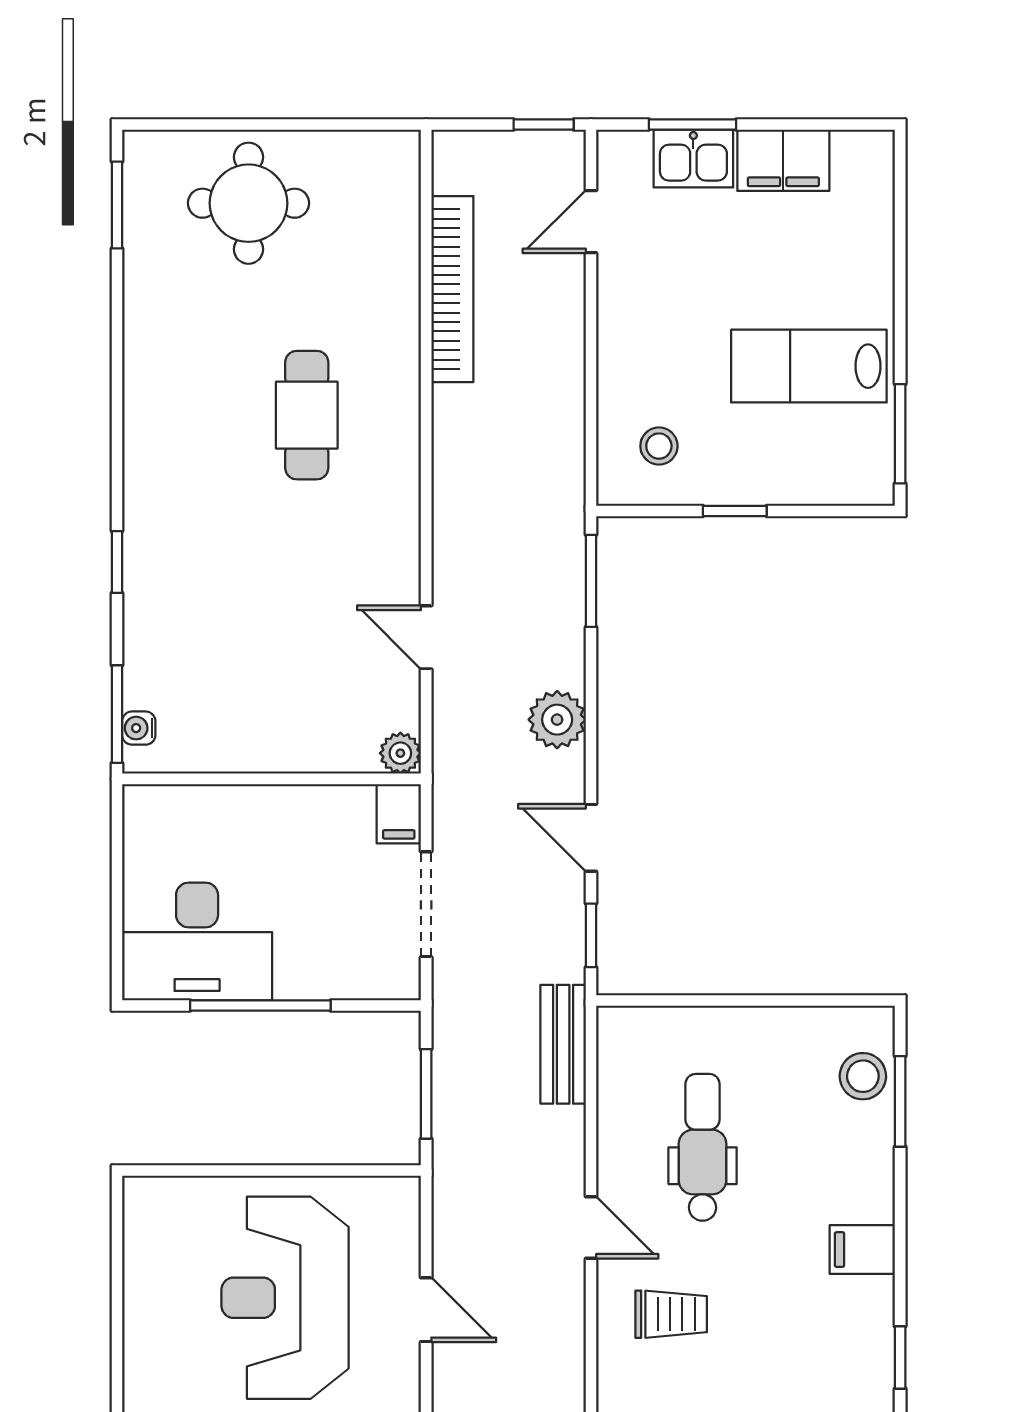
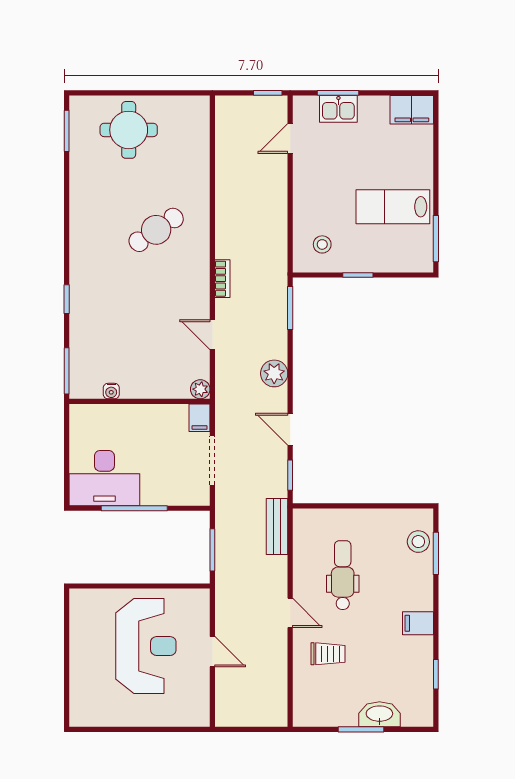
filing cabinet: (783, 160) -> (412, 110), moved
bookcase: (452, 289) -> (222, 279), moved, width x0.43, depth x0.76
cafe table: (307, 415) -> (156, 230), turned 56
water cooler: (139, 728) -> (111, 391), moved, turned -90
reception desk: (285, 1298) -> (146, 646), turned 180

